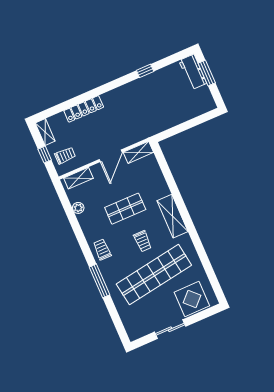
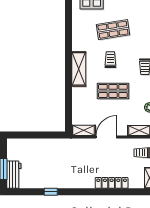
shop shelf: (154, 275) -> (113, 30), width x0.50, depth x0.74

